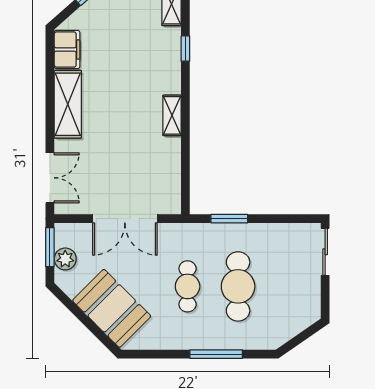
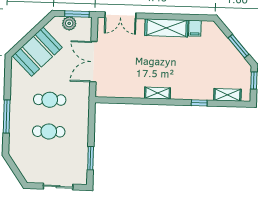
filing cabinet: (67, 49) -> (195, 28), width x0.50
window: (229, 219) -> (91, 158), moved
sliding door: (325, 252) -> (58, 187), moved
cafe table: (238, 286) -> (49, 131), width x0.73, depth x0.74

